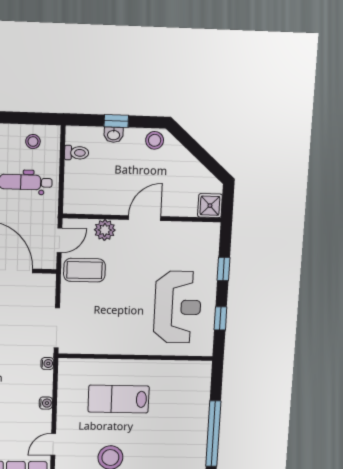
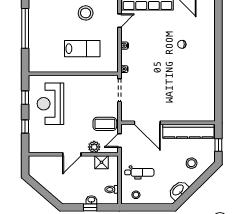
stool: (155, 140) -> (68, 198), removed
shower: (210, 206) -> (102, 162), moved

